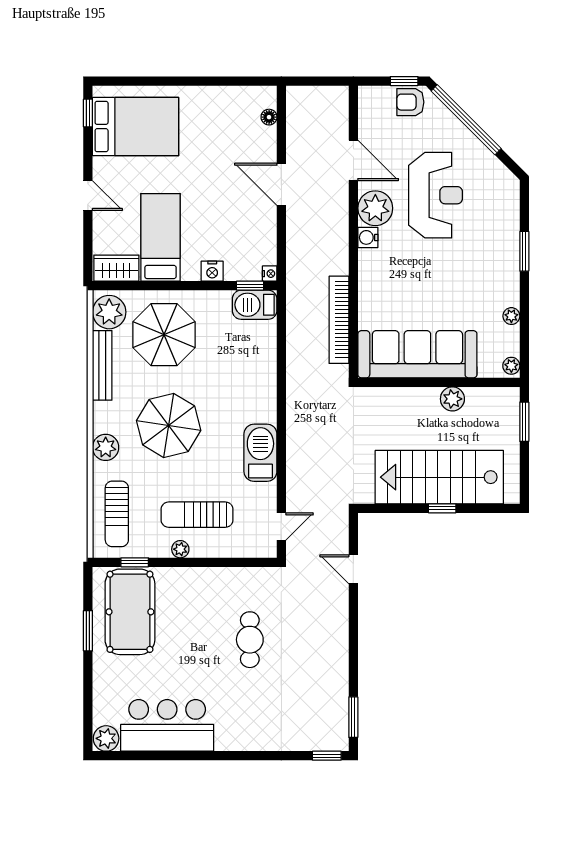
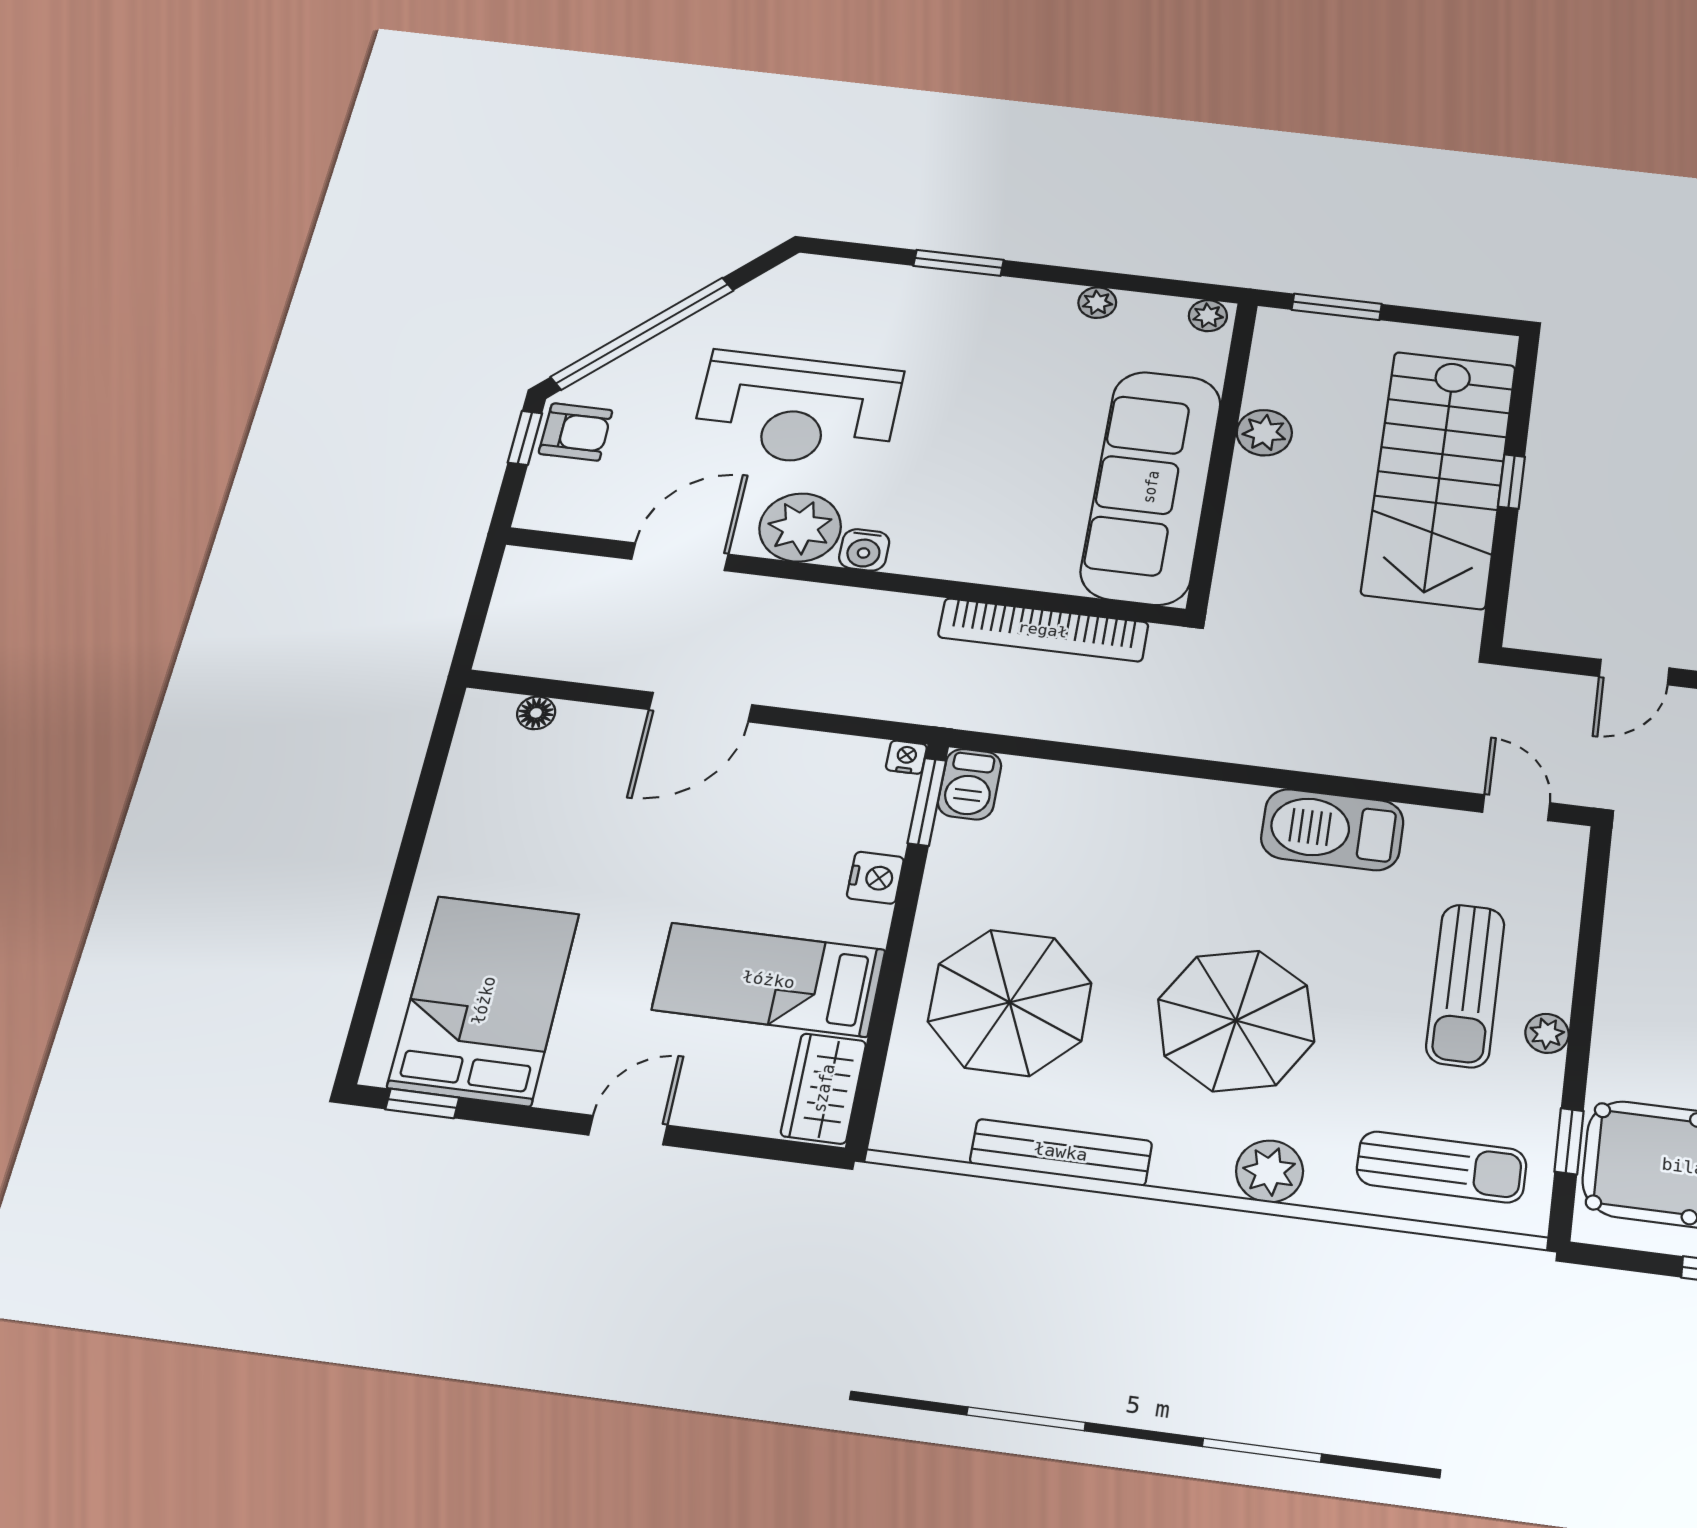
armchair: (410, 102) -> (576, 432), turned -90
reception desk: (436, 195) -> (797, 410), turned 180
window: (250, 286) -> (927, 802), width x1.50
barbecue: (255, 305) -> (970, 784), width x0.73, depth x0.79
plant: (109, 312) -> (930, 1119), removed

